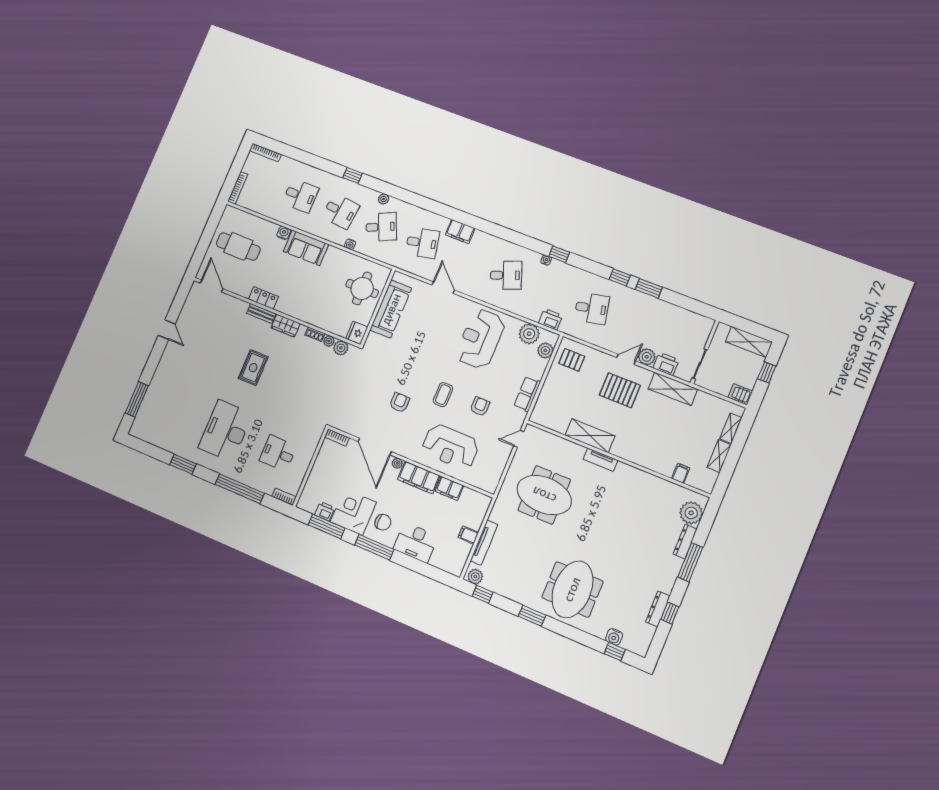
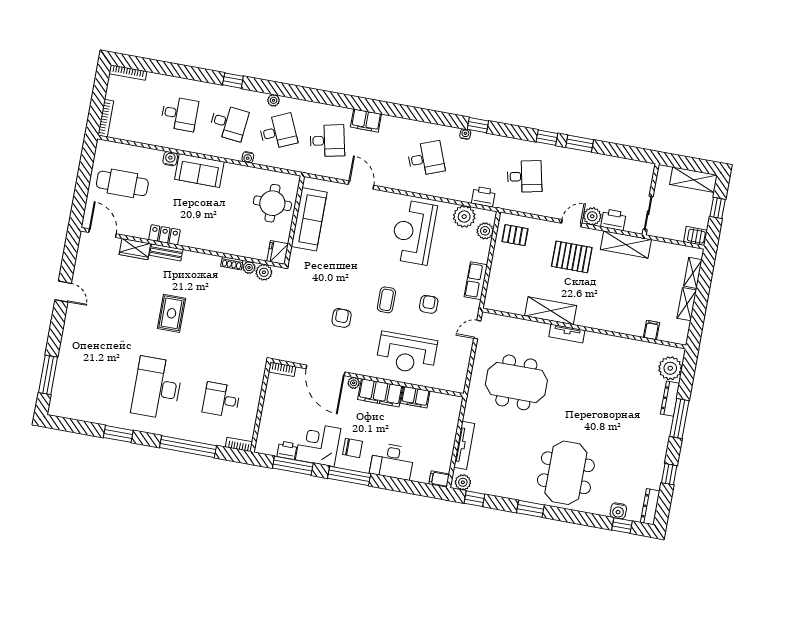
wardrobe: (286, 326) -> (135, 249), moved
filing cabinet: (468, 535) -> (439, 479), moved
dresser: (658, 609) -> (650, 507), moved

